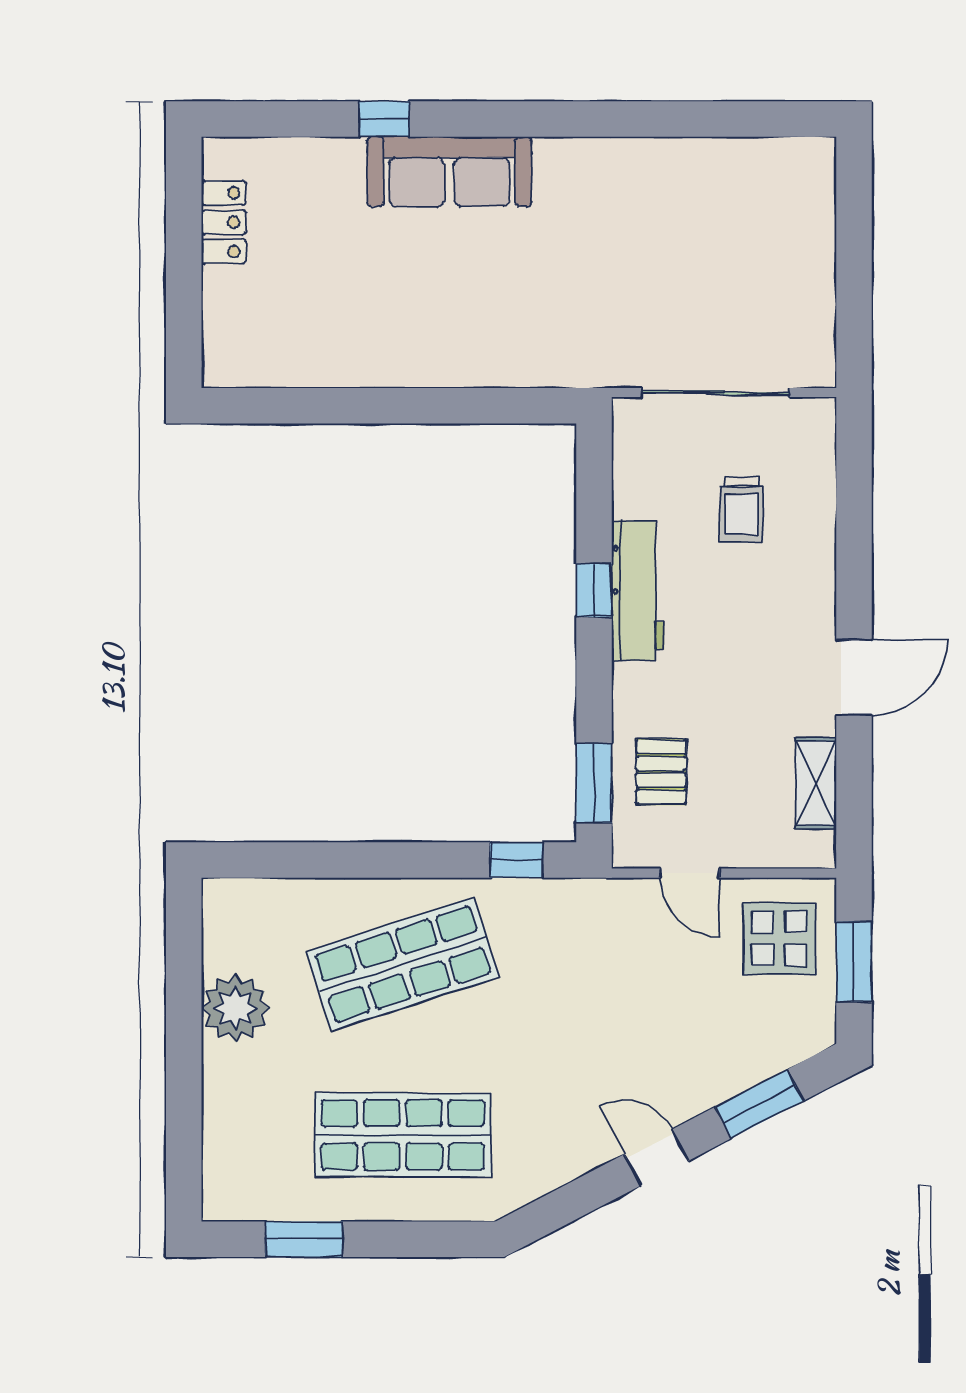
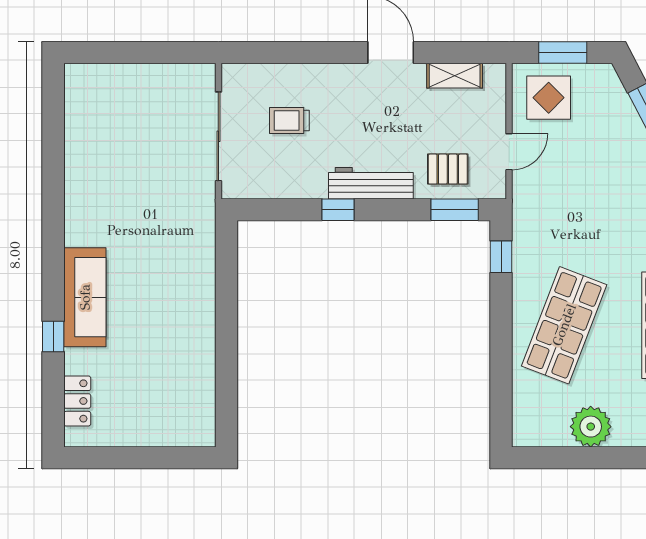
locker: (224, 222) -> (77, 401), moved, turned 90
trolley: (742, 510) -> (289, 120), turned 180
workbench: (638, 591) -> (371, 183), moved
shop shelf: (403, 964) -> (564, 325), turned 39

